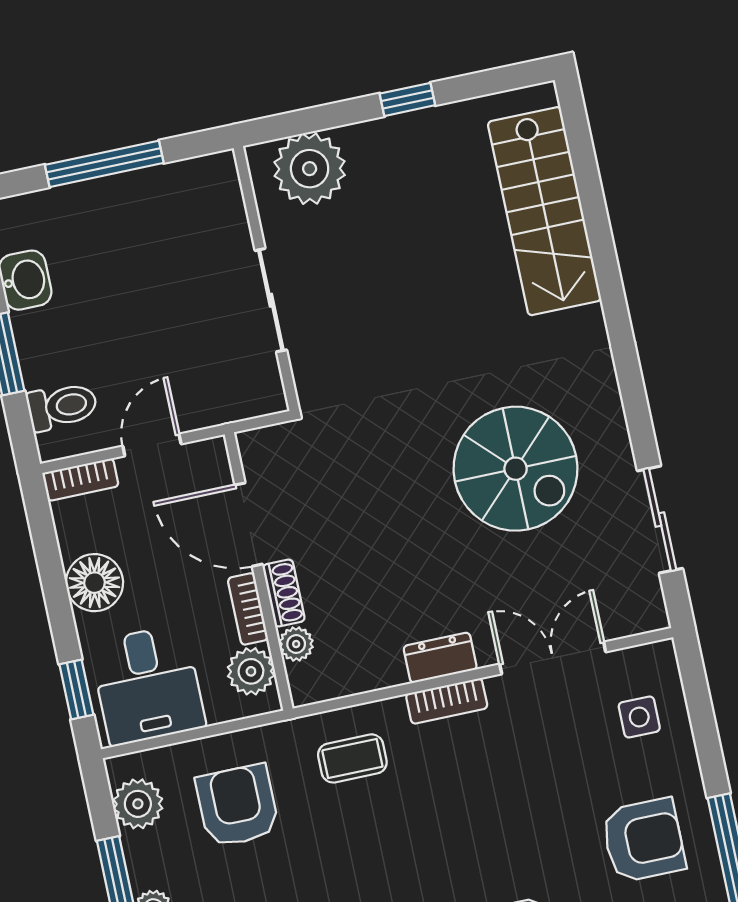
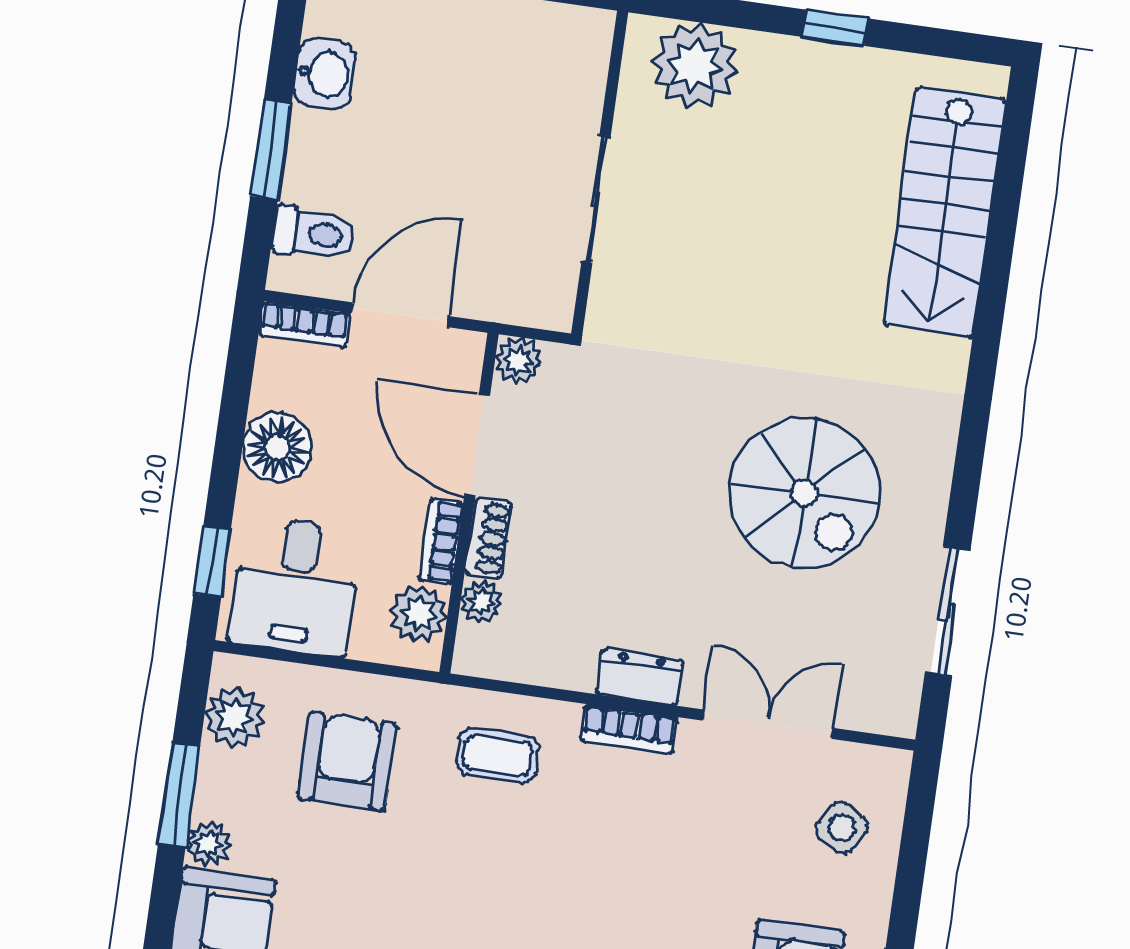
door: (152, 445) -> (400, 315), width x1.38
plant: (256, 447) -> (518, 360), added
side table: (639, 717) -> (842, 828), turned 30

